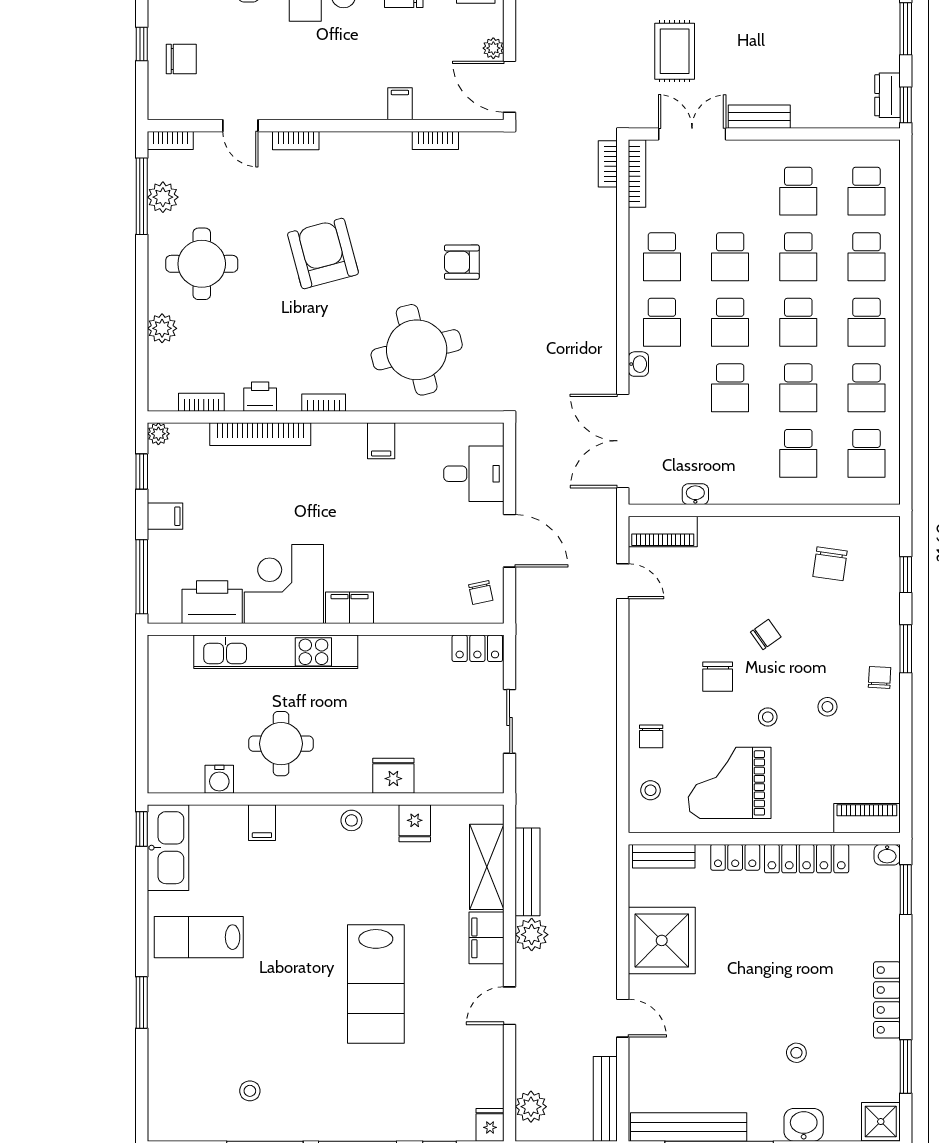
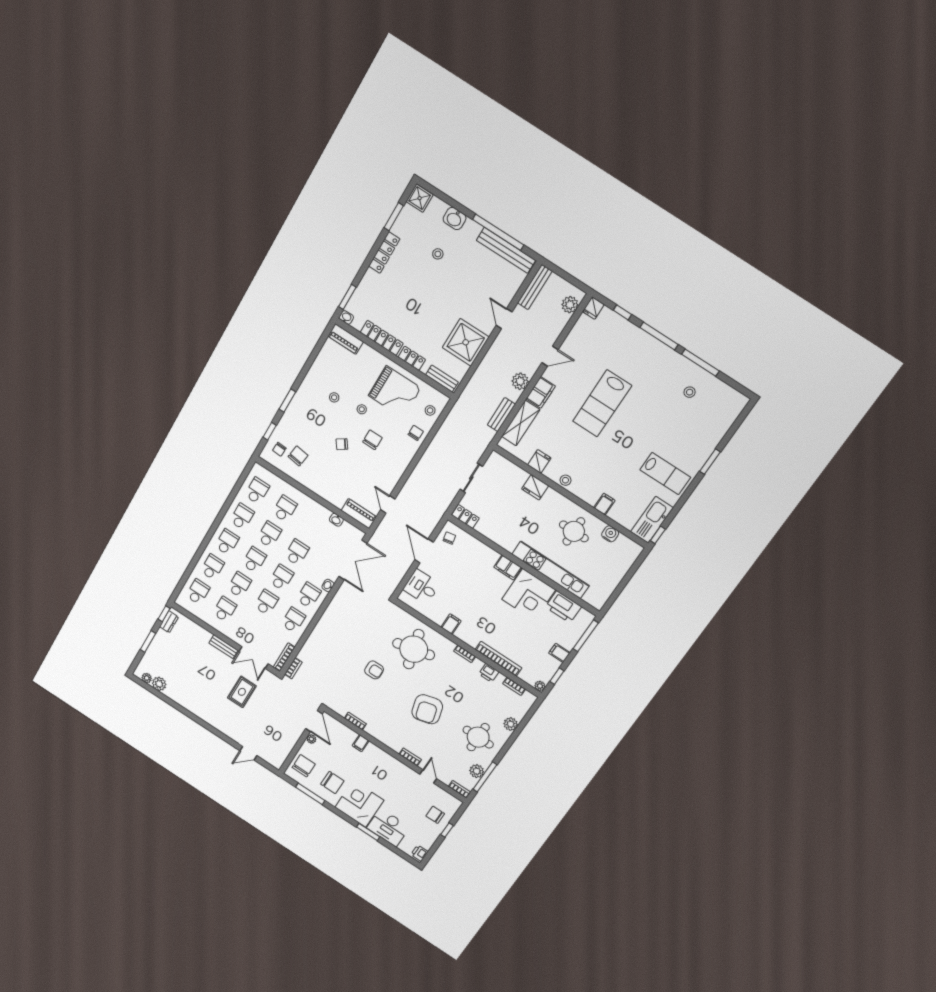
chair: (880, 677) -> (279, 449), moved
bench: (528, 872) -> (501, 415), width x0.73
lab bench: (376, 984) -> (602, 403), turned 180

